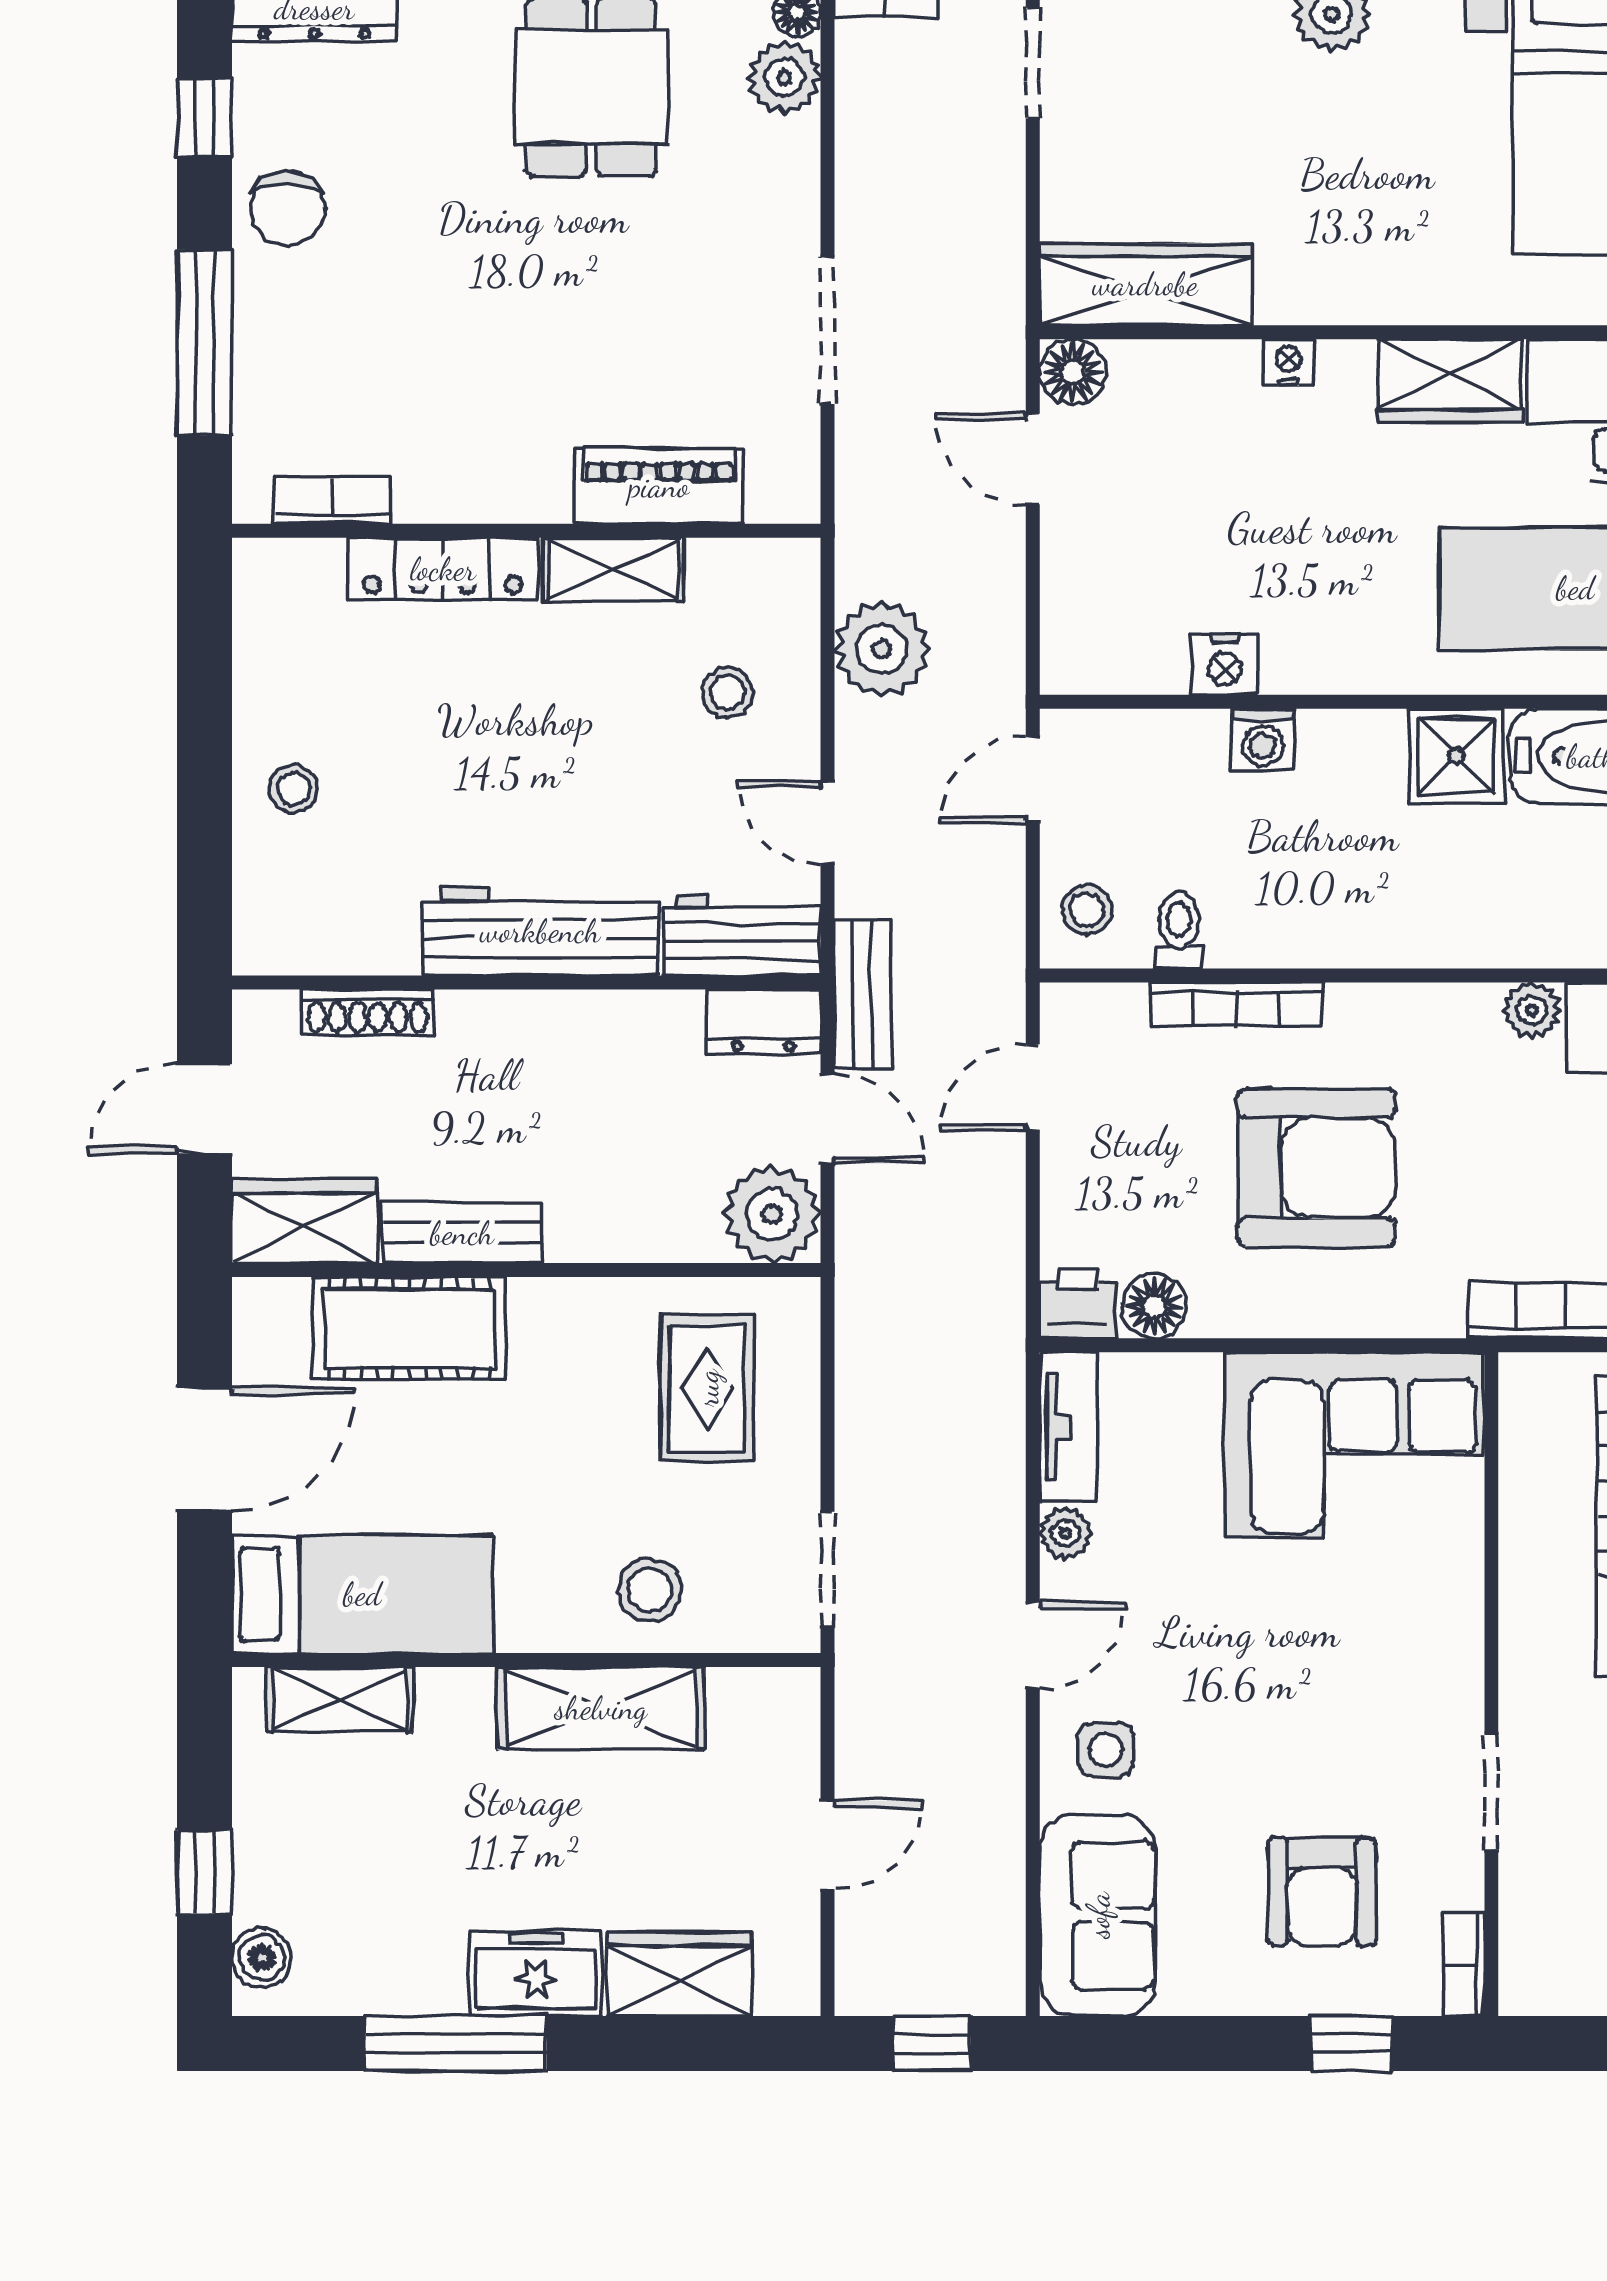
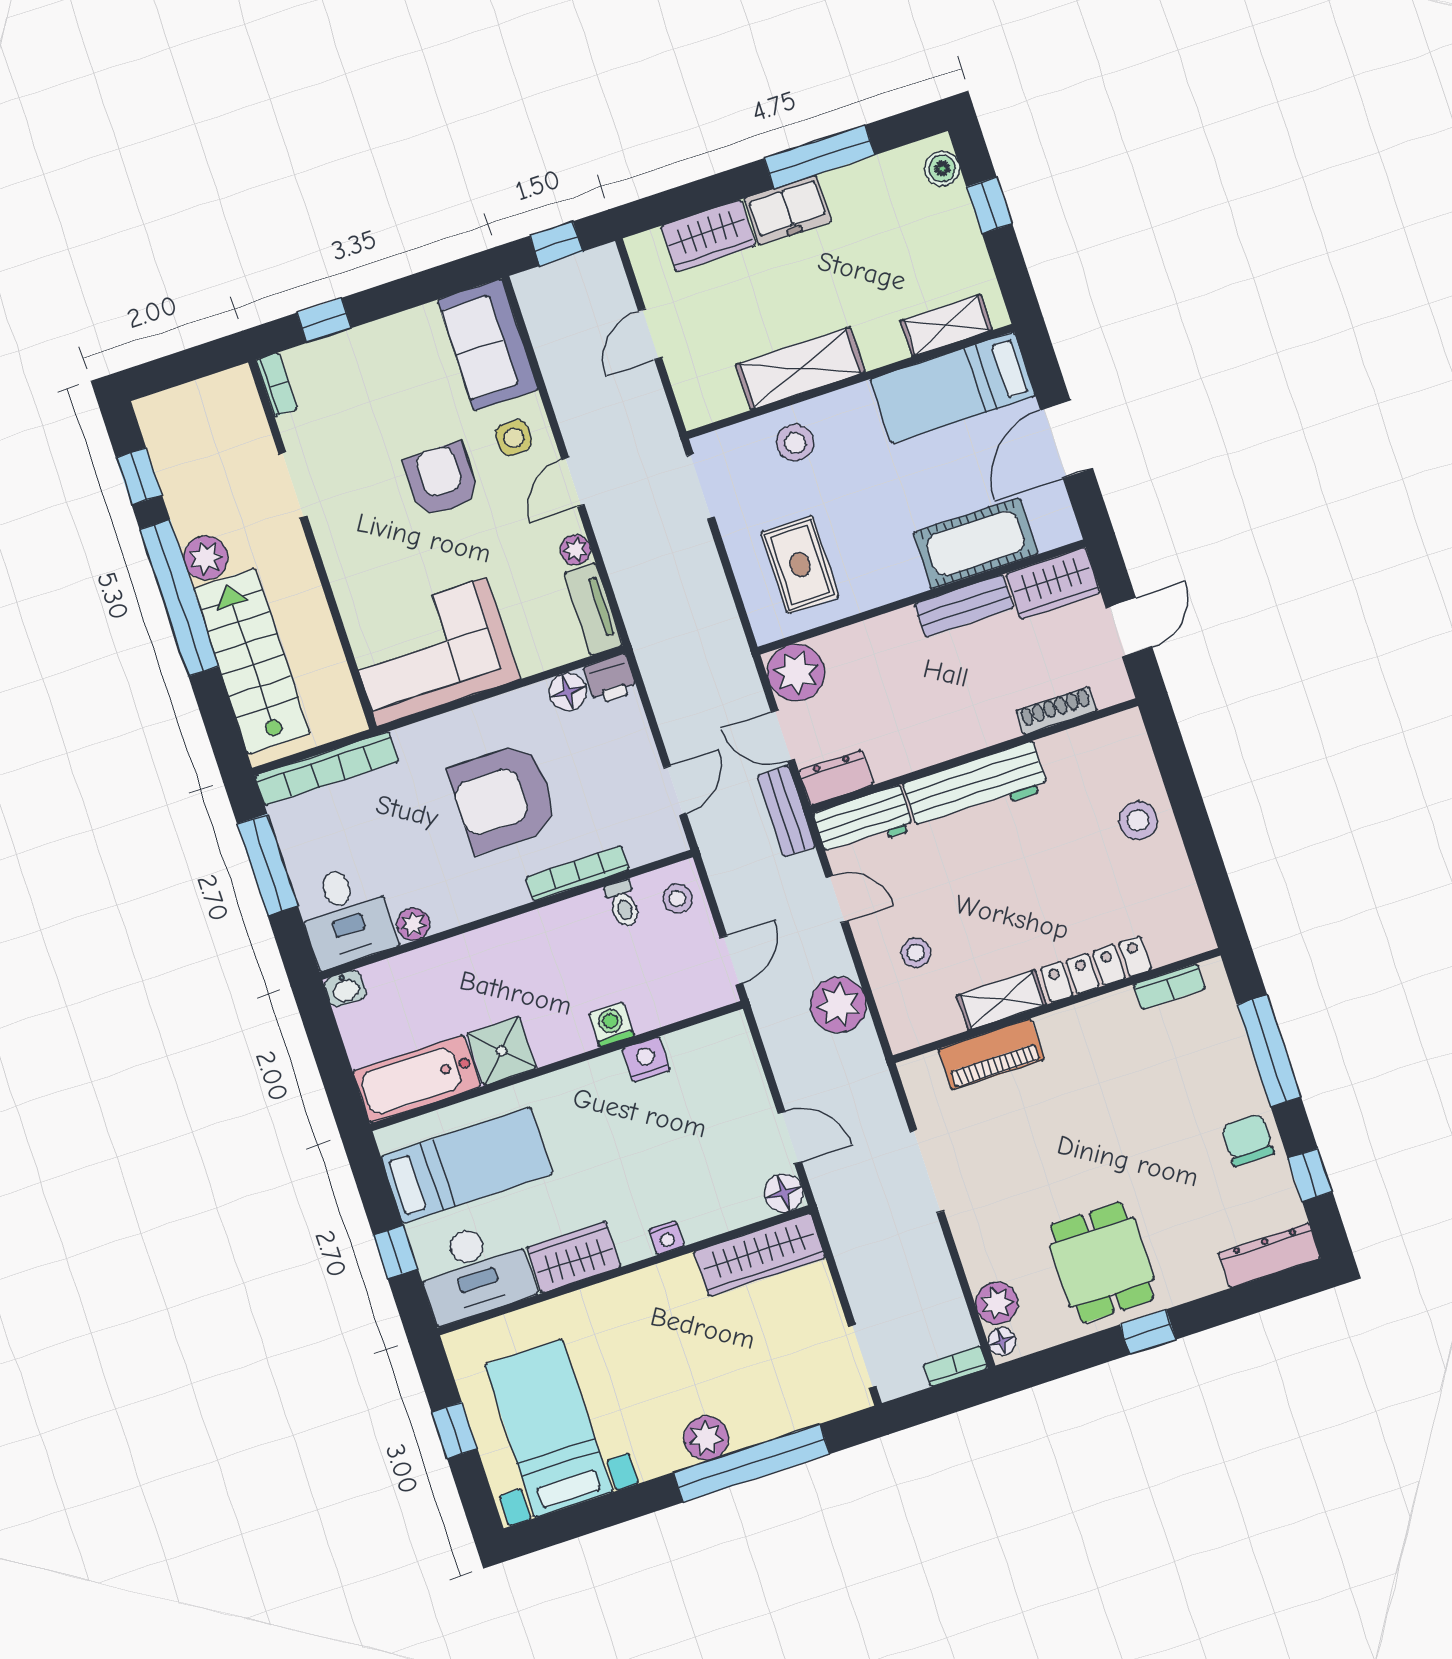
stool: (294, 789) -> (1138, 820), width x1.37, depth x1.37
armchair: (1322, 1892) -> (441, 480), moved

